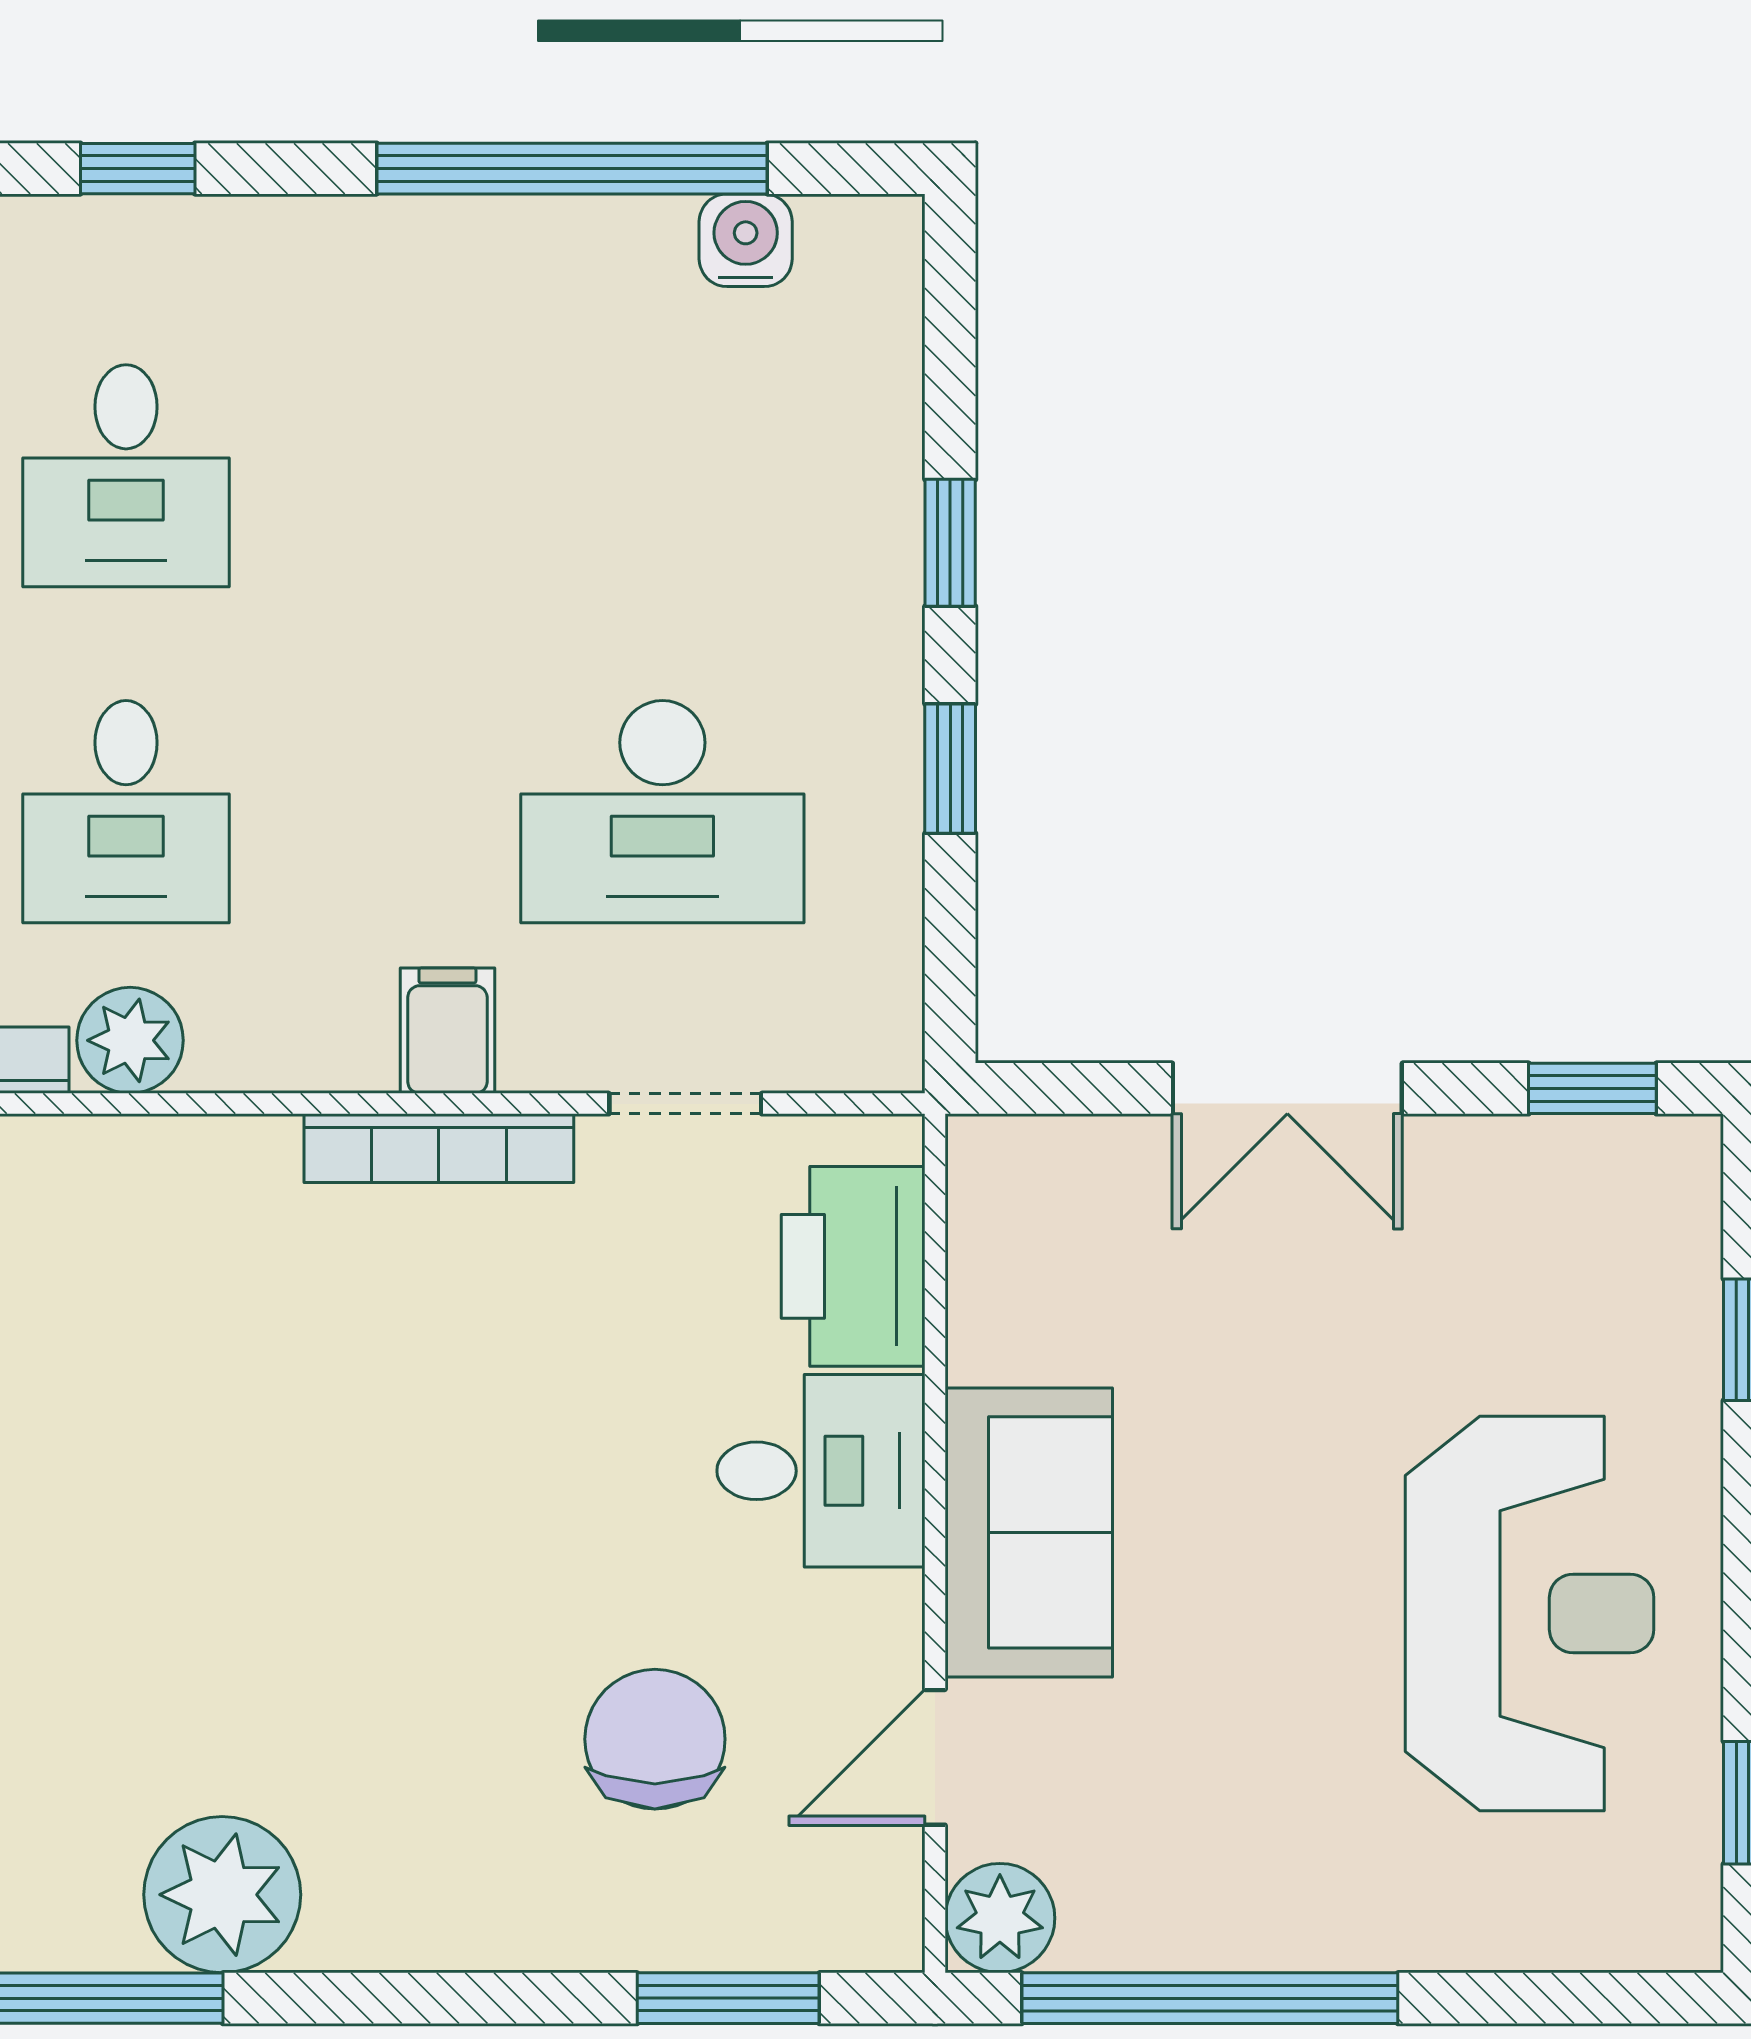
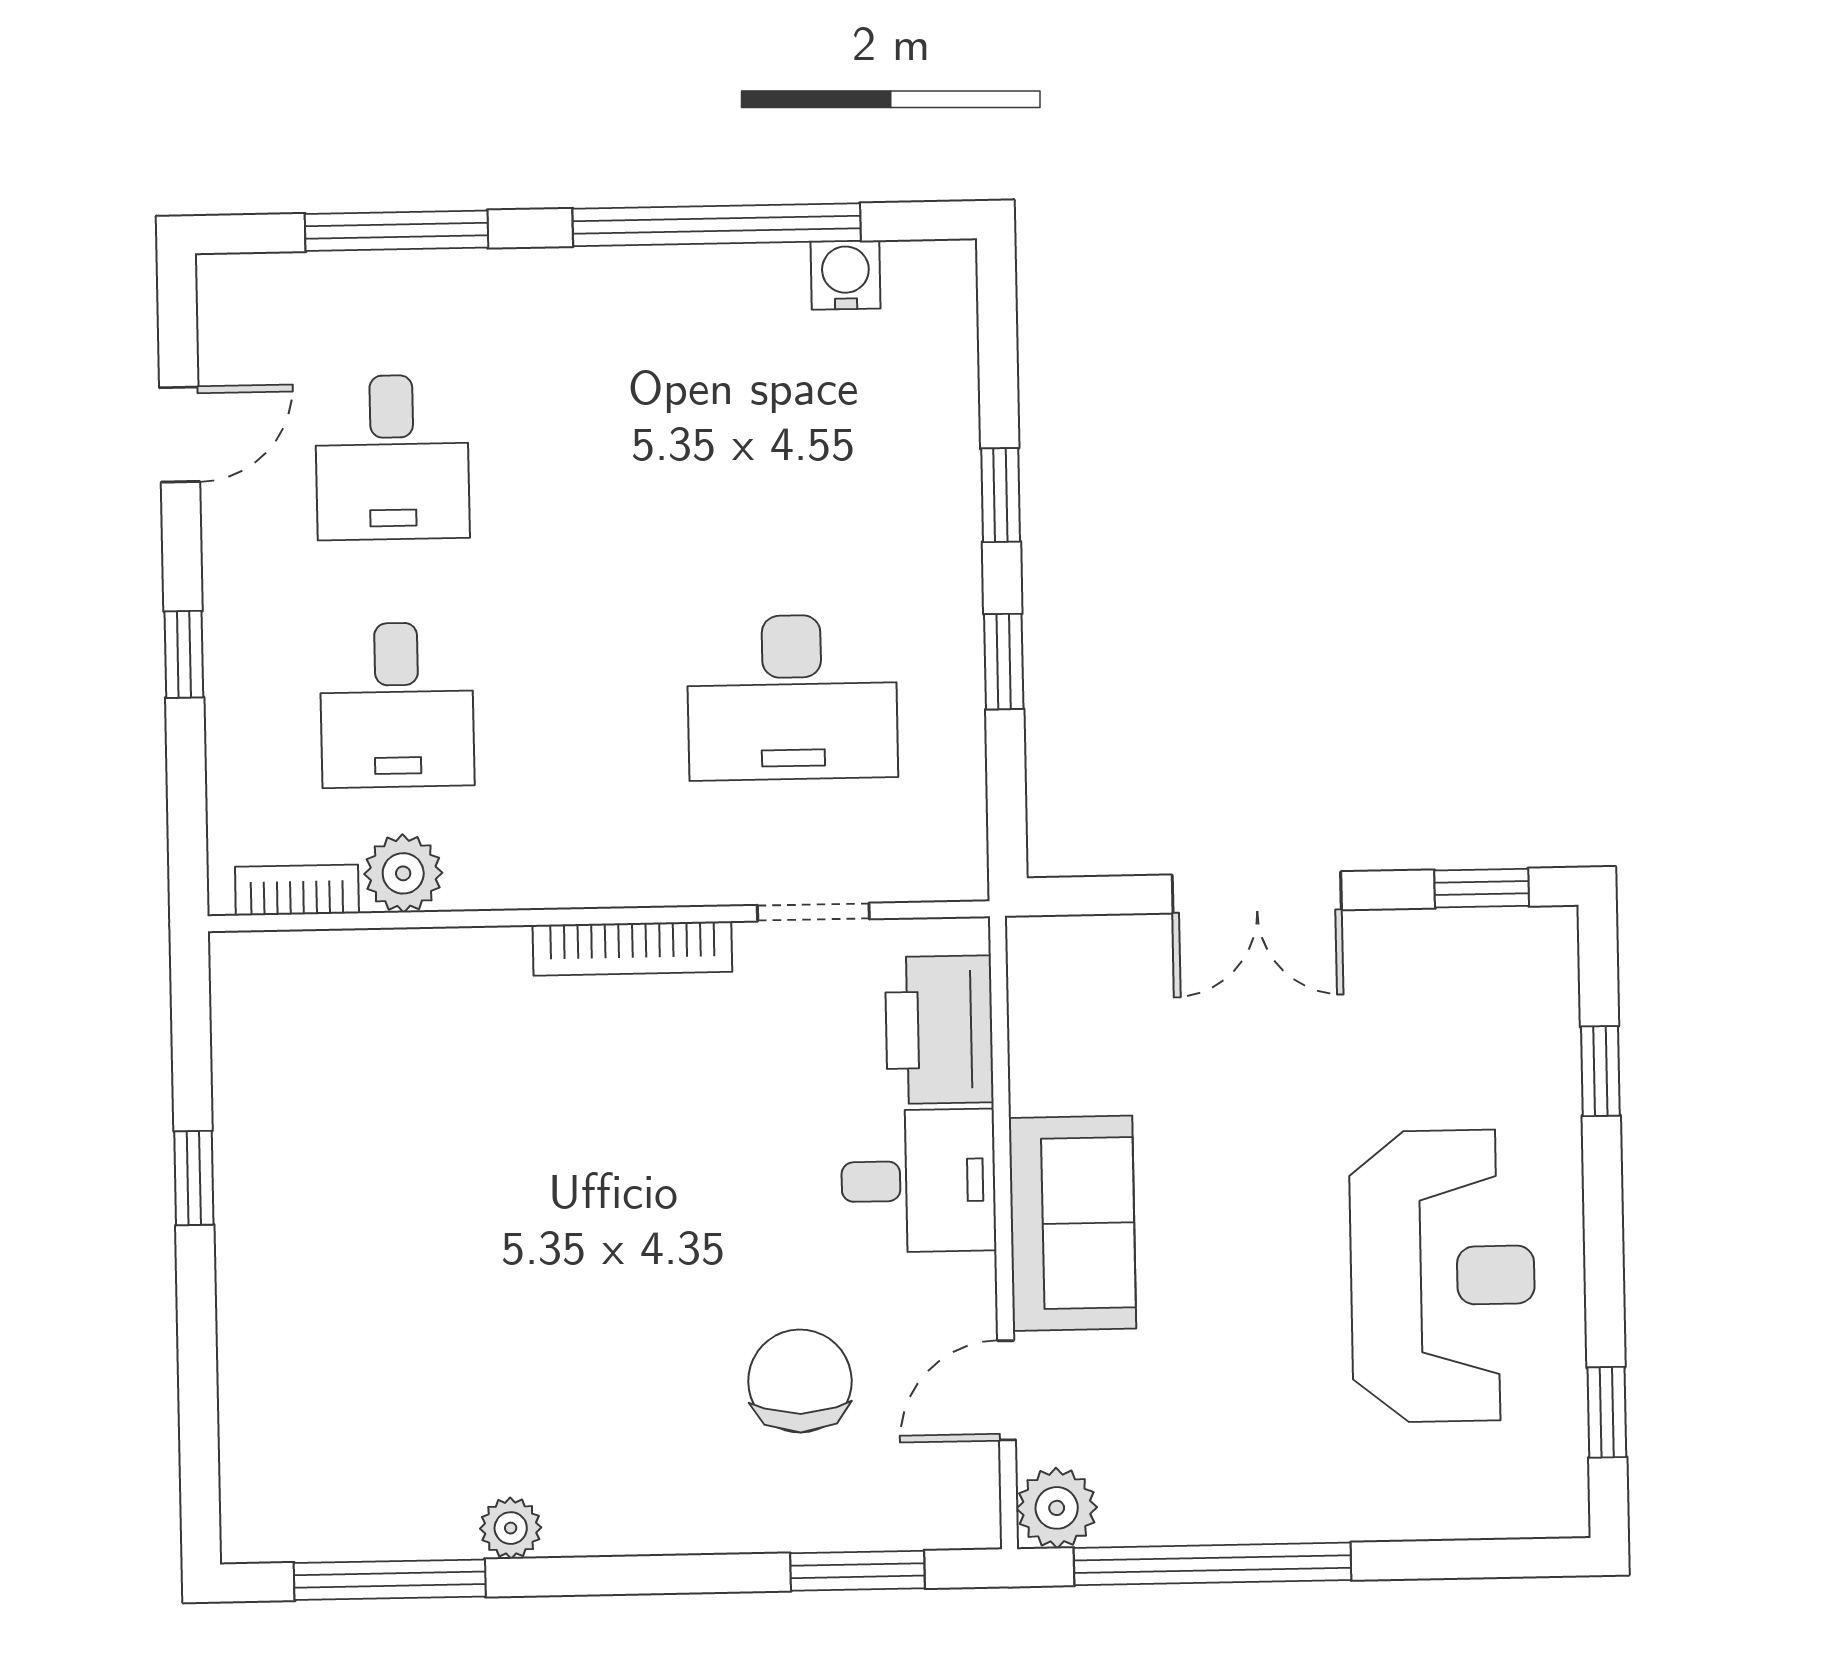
window: (138, 169) -> (396, 231), width x2.17
filing cabinet: (447, 1031) -> (637, 862), removed
plant: (222, 1895) -> (511, 1528), width x0.53, depth x0.53

